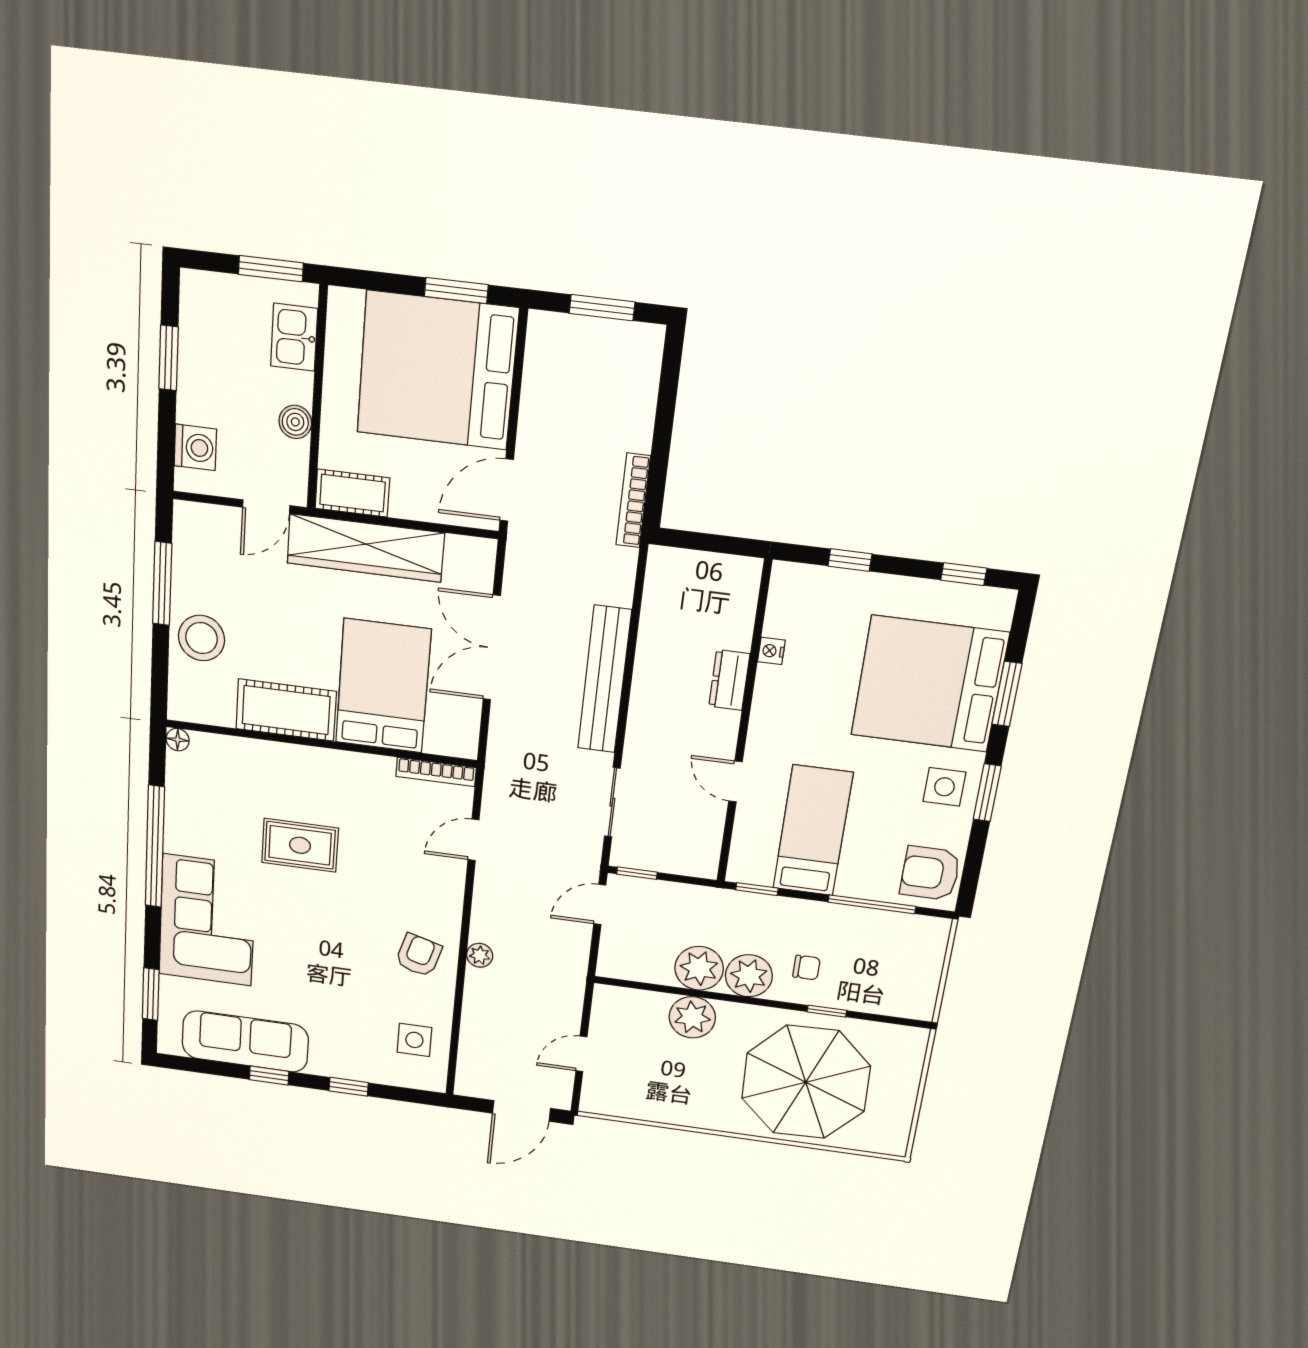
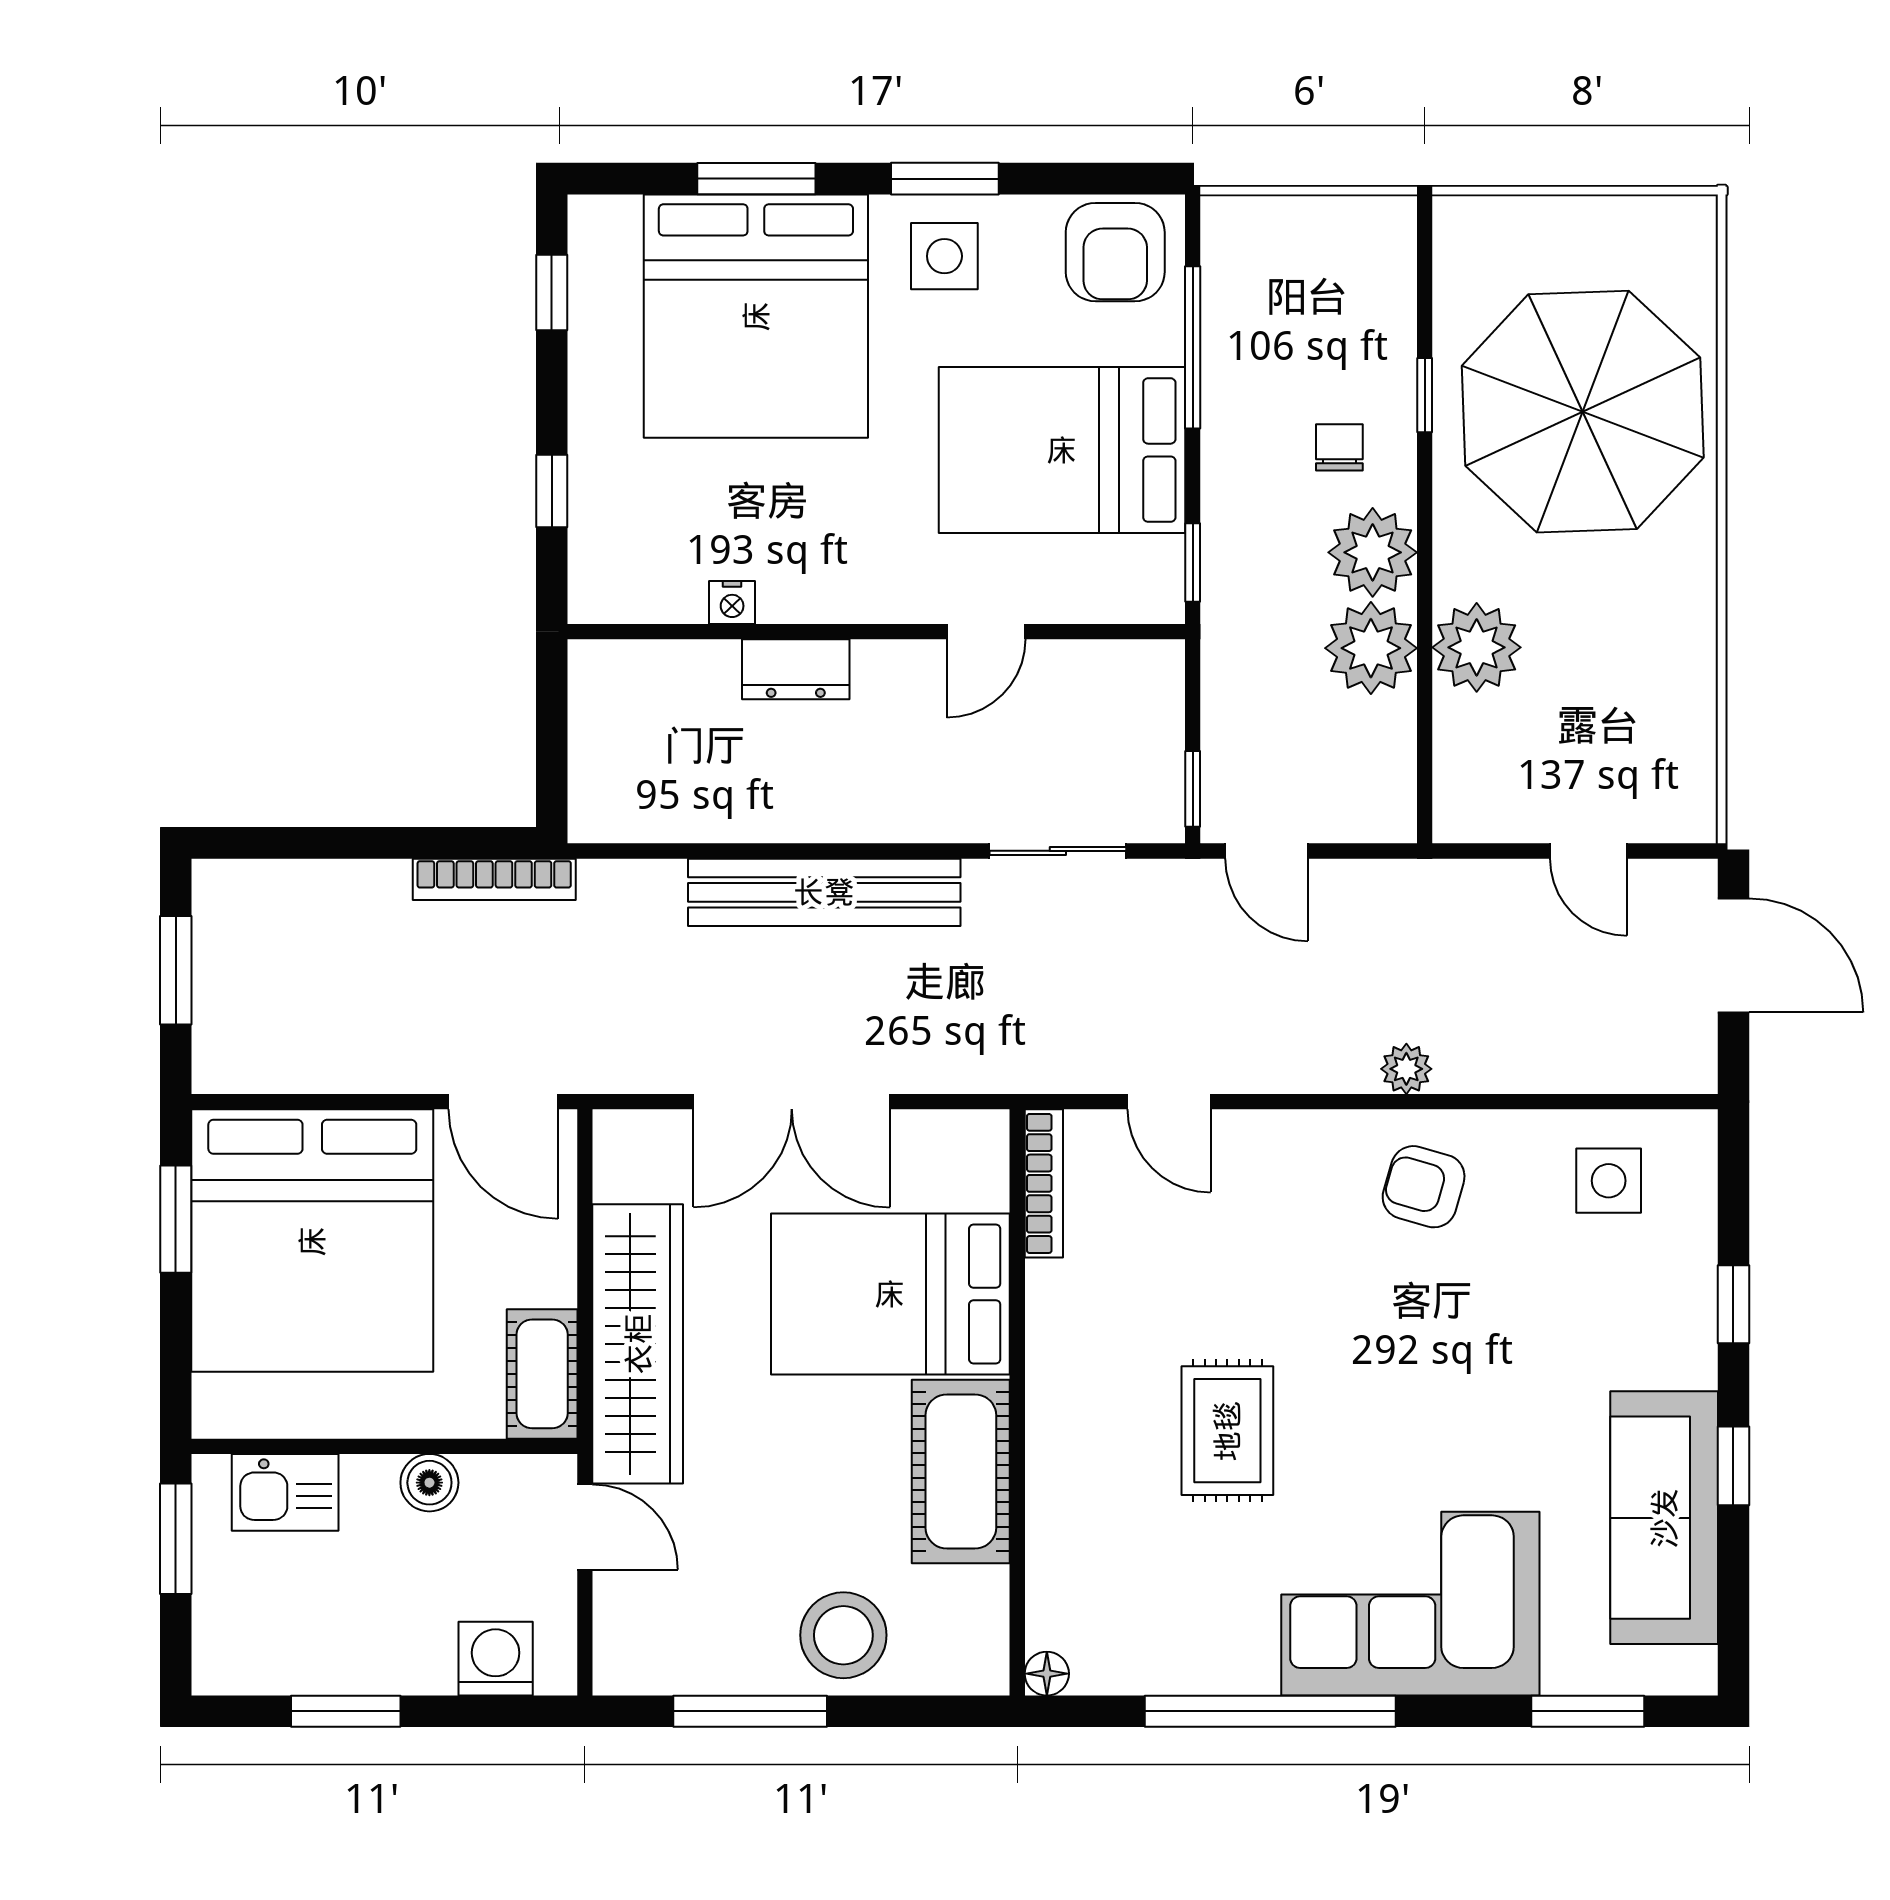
bed: (813, 831) -> (1062, 450), width x1.50

